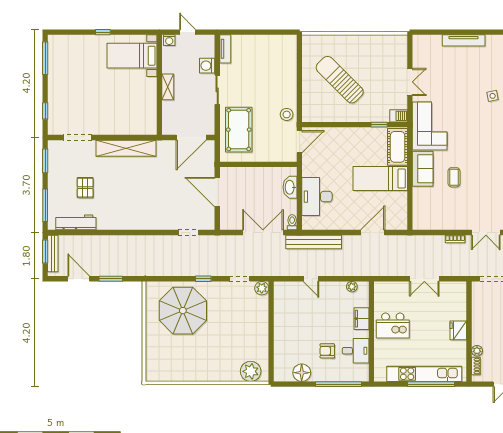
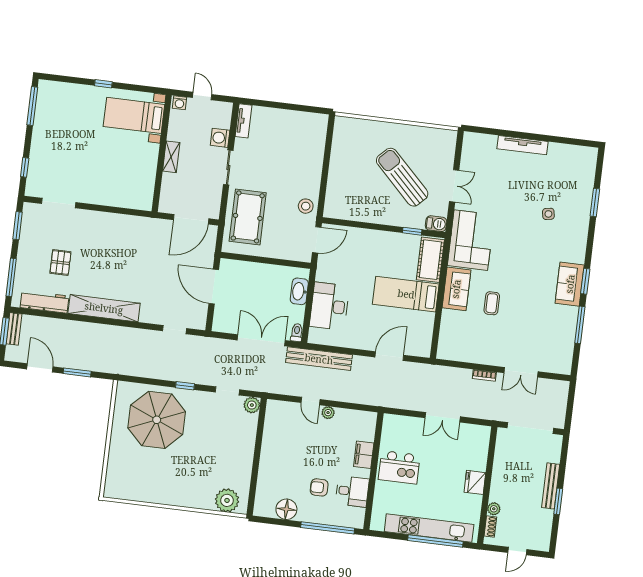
sun lounger: (340, 80) -> (402, 177), moved
shelving: (126, 148) -> (104, 308), moved
bench: (53, 253) -> (14, 329), width x0.73
plant: (352, 287) -> (328, 413), moved

